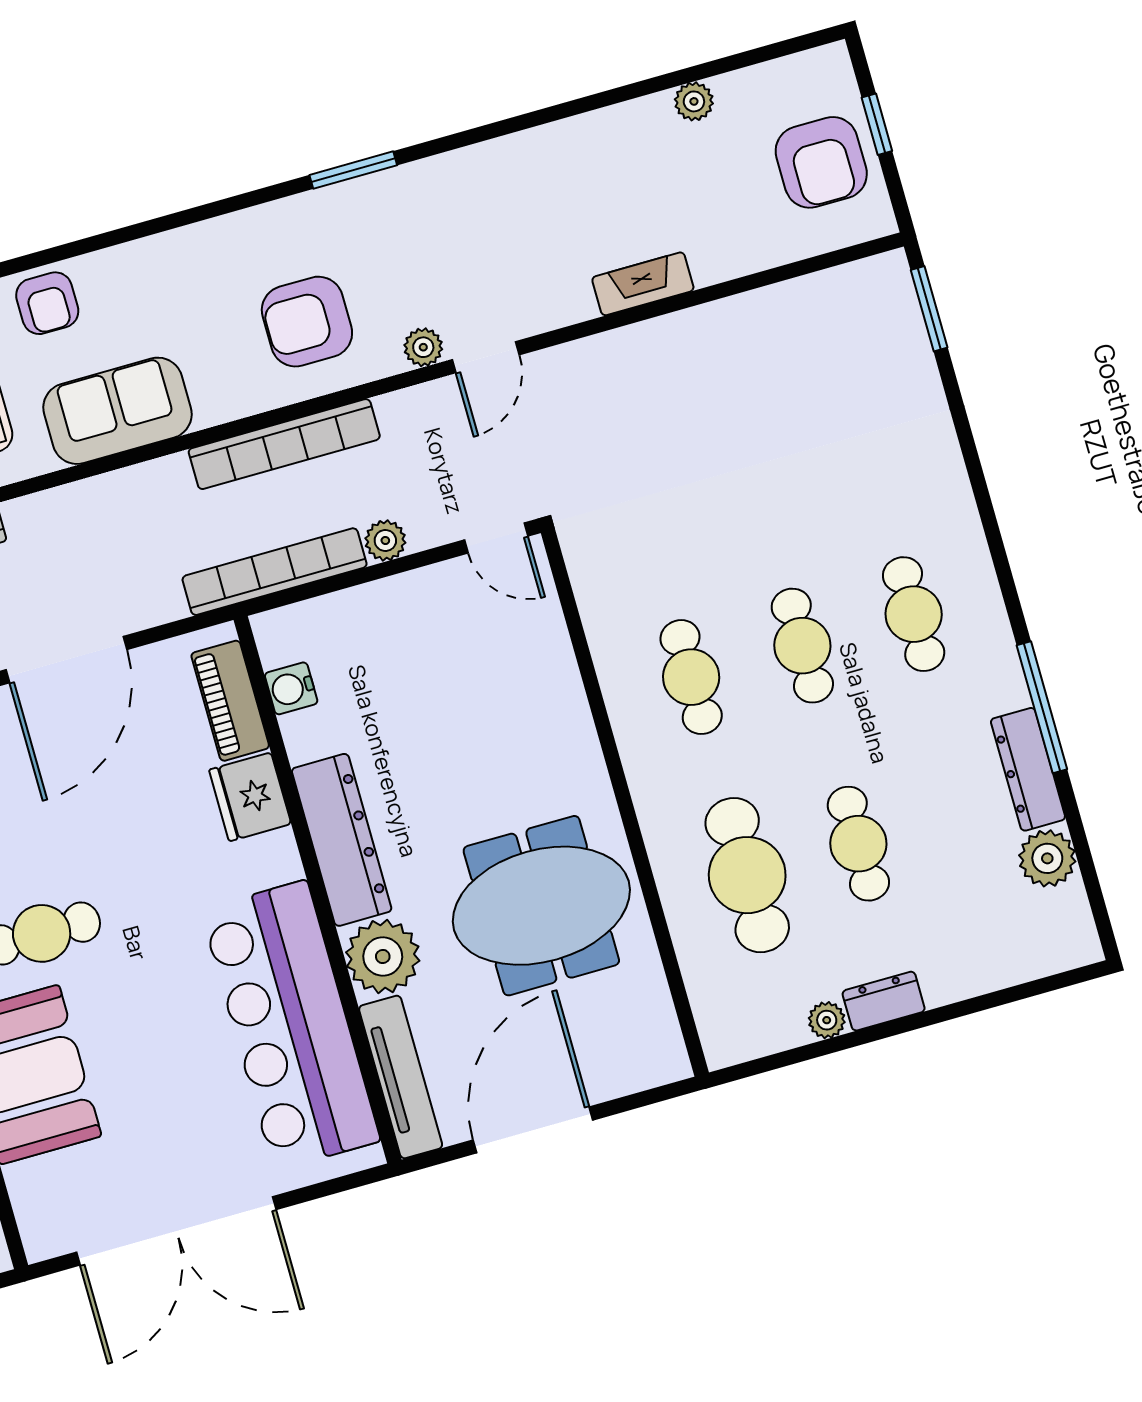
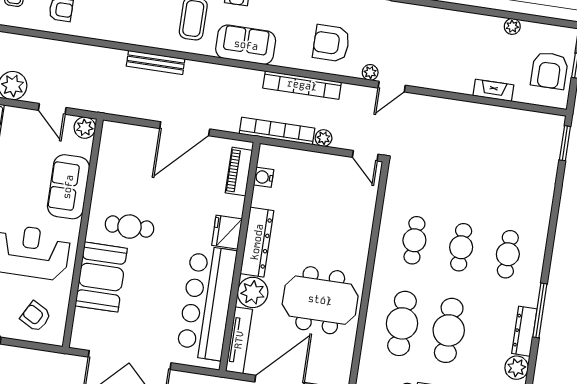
fireplace: (643, 284) -> (493, 90), moved
fridge: (250, 797) -> (227, 232), moved
cafe table: (858, 844) -> (449, 330), width x1.37, depth x1.35

